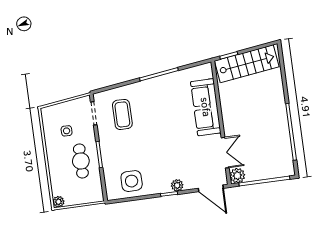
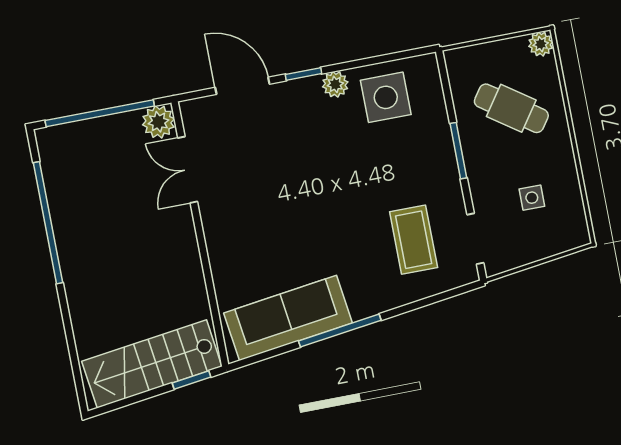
sofa: (206, 107) -> (288, 318), moved, turned -98
cafe table: (81, 161) -> (511, 108), moved, turned -55
plant: (177, 185) -> (335, 84), moved
door: (211, 188) -> (242, 86), moved

